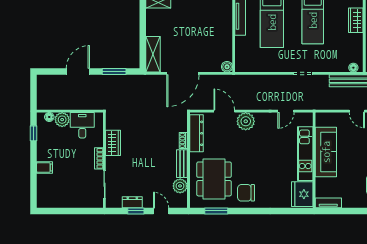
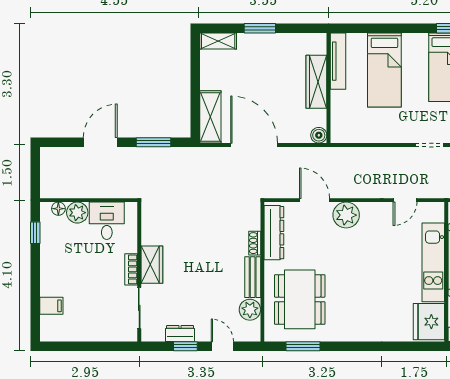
wardrobe: (225, 30) -> (316, 82), added
door: (183, 73) -> (254, 145), swing flipped
wardrobe: (113, 143) -> (152, 265), moved
filing cabinet: (44, 168) -> (51, 306), moved
chair: (246, 193) -> (347, 320), removed

